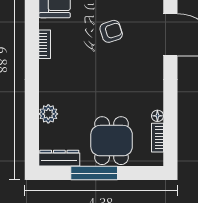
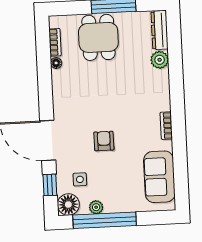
armchair: (111, 31) -> (104, 141), turned 108
dresser: (59, 158) -> (160, 30), moved, turned 90

